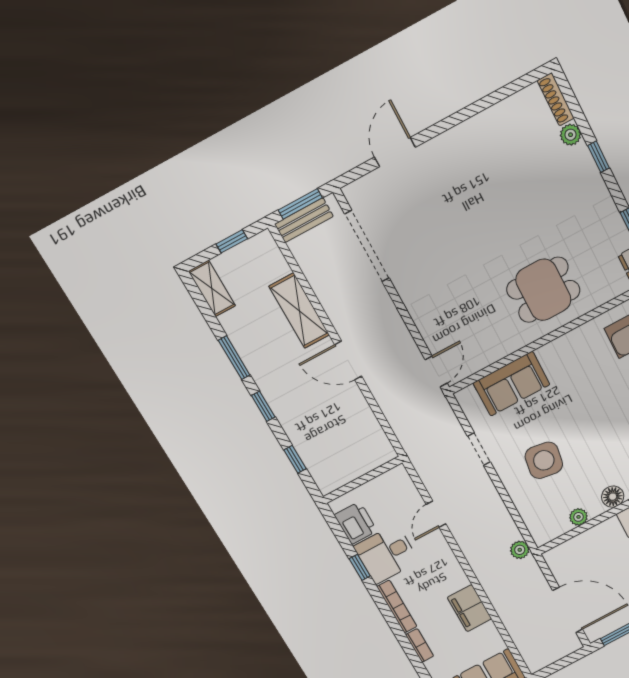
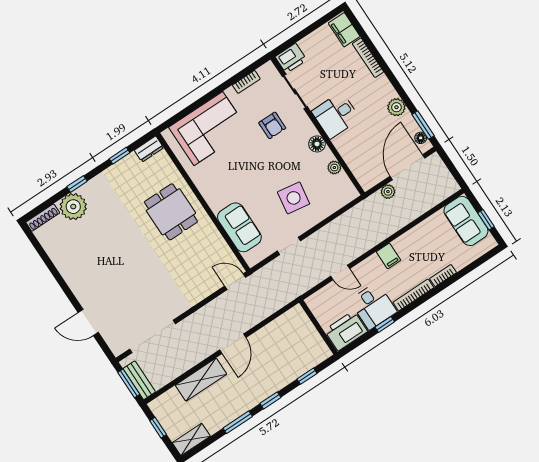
plant: (571, 135) -> (73, 207), width x1.88, depth x1.88
printer: (356, 523) -> (346, 331), width x1.37, depth x1.19
plant: (520, 550) -> (388, 192), moved
filing cabinet: (470, 608) -> (389, 256), moved, width x0.50
floor lamp: (604, 629) -> (421, 138), added

